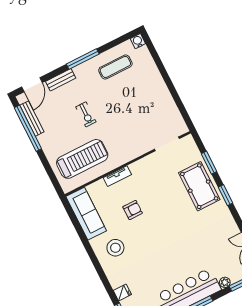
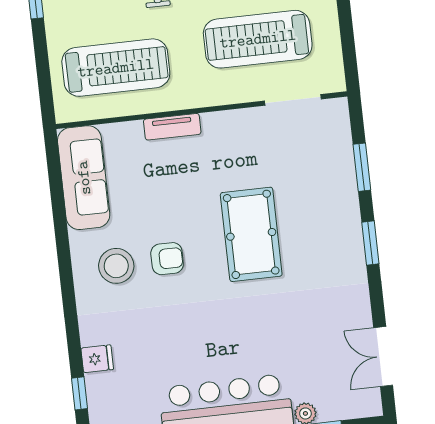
treadmill: (141, 123) -> (258, 39), added
pool table: (199, 186) -> (251, 234), moved
armchair: (133, 210) -> (167, 259), moved

